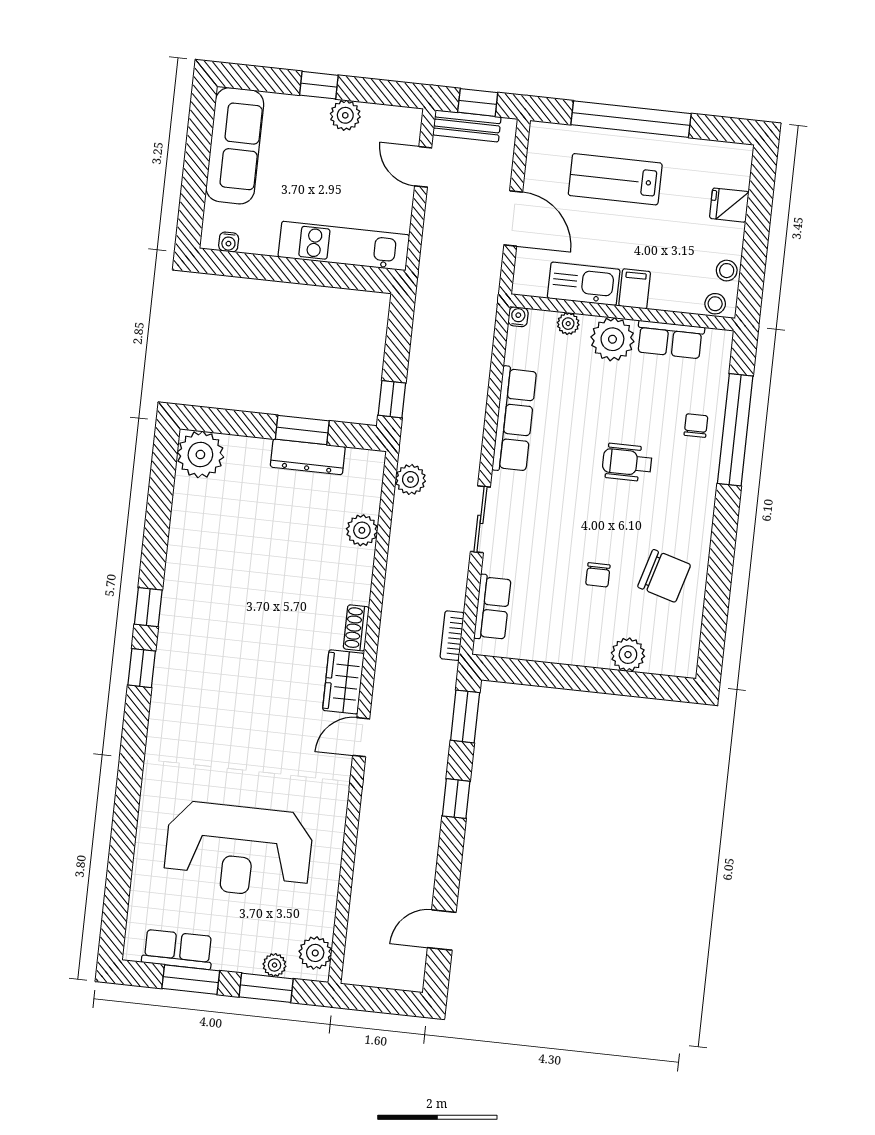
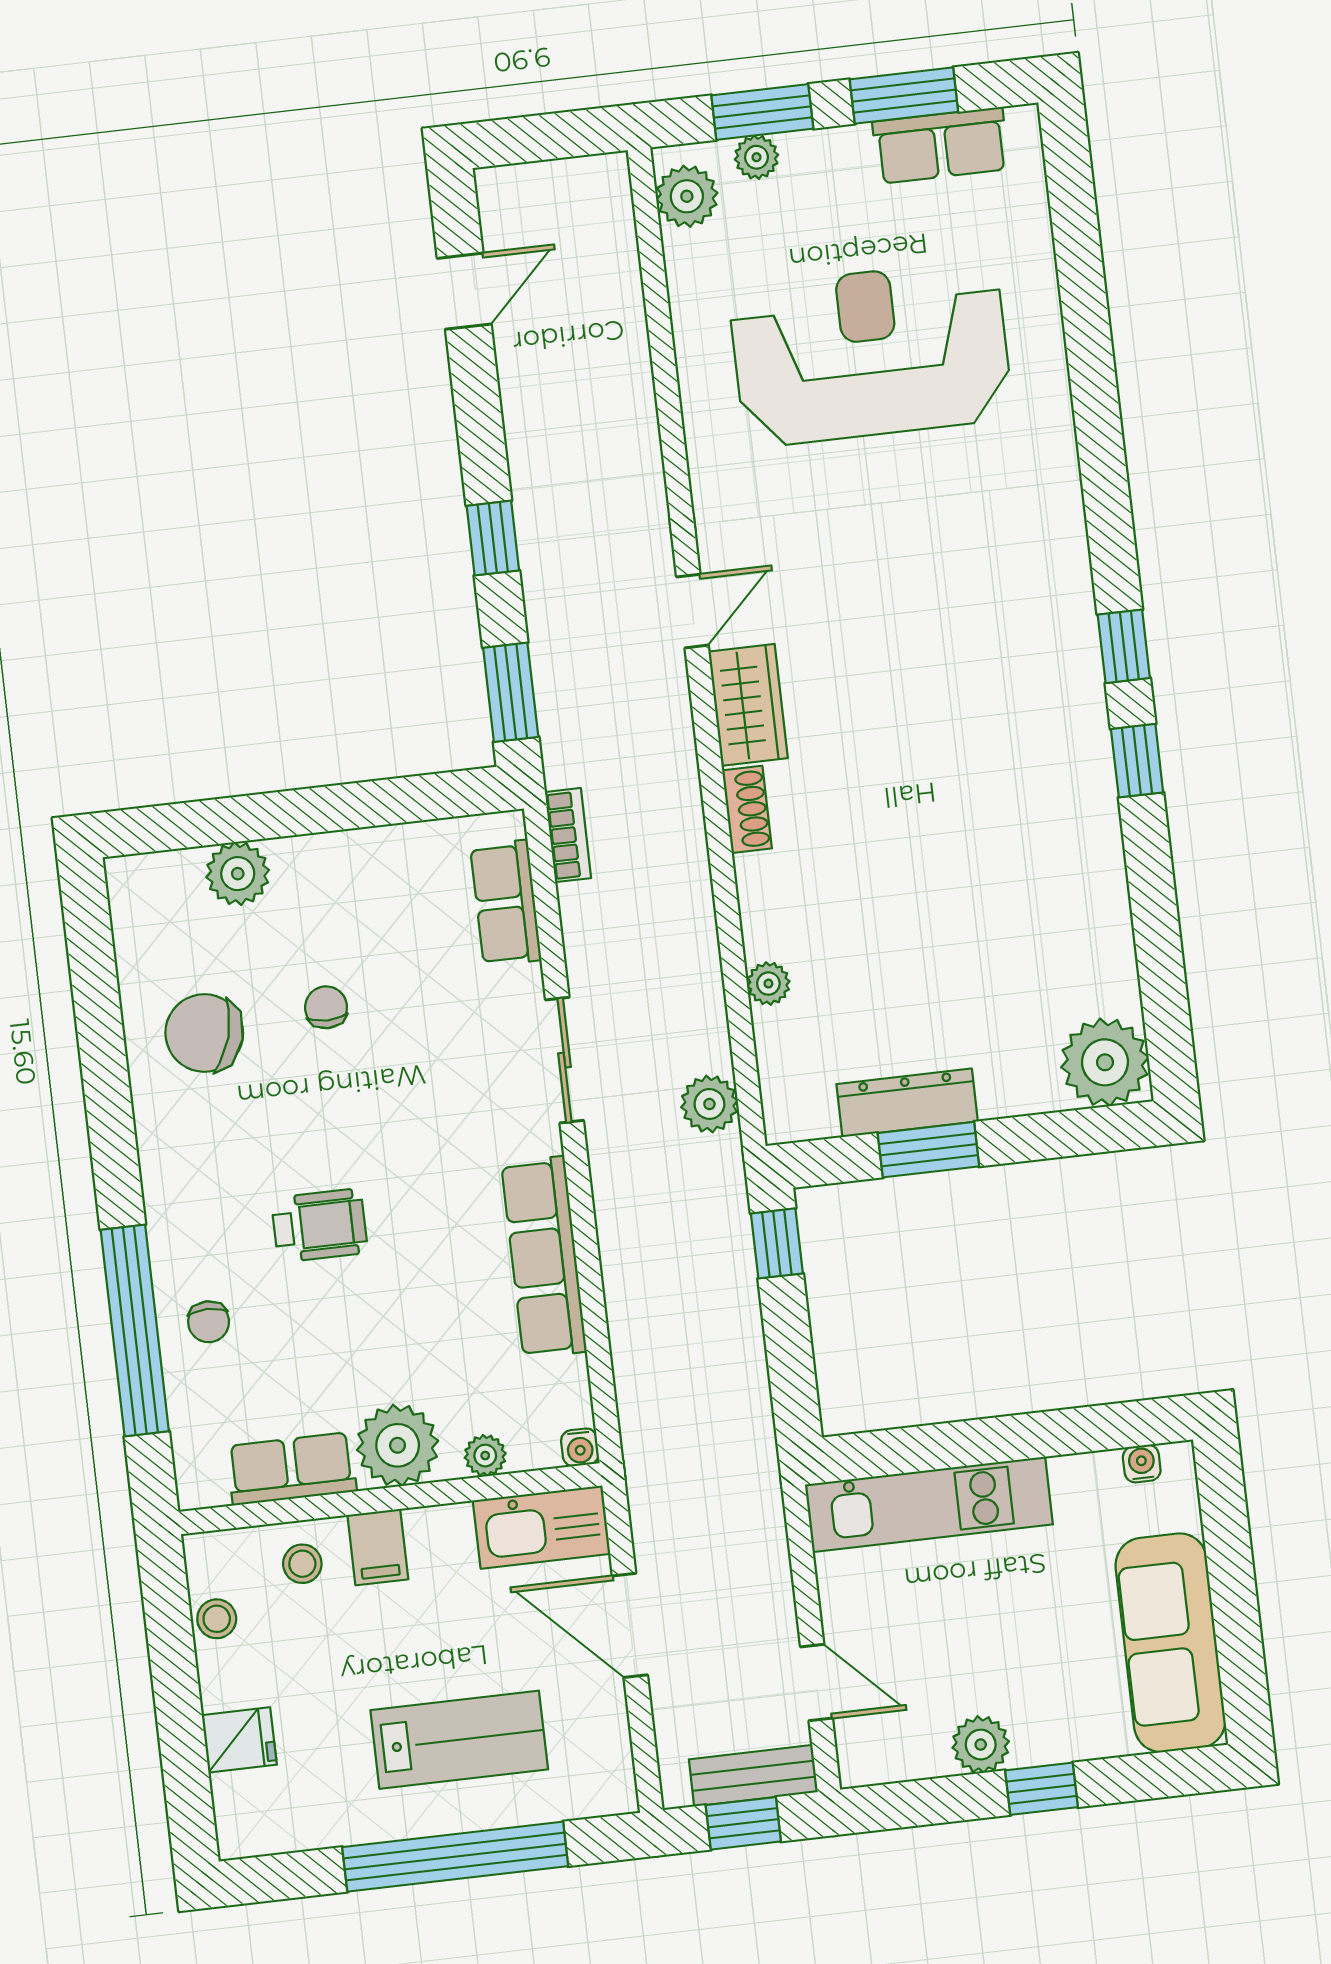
kitchen sink: (584, 284) -> (542, 1527), moved
stool: (715, 304) -> (302, 1564), moved
plant: (362, 530) -> (768, 984), width x0.73, depth x0.73

